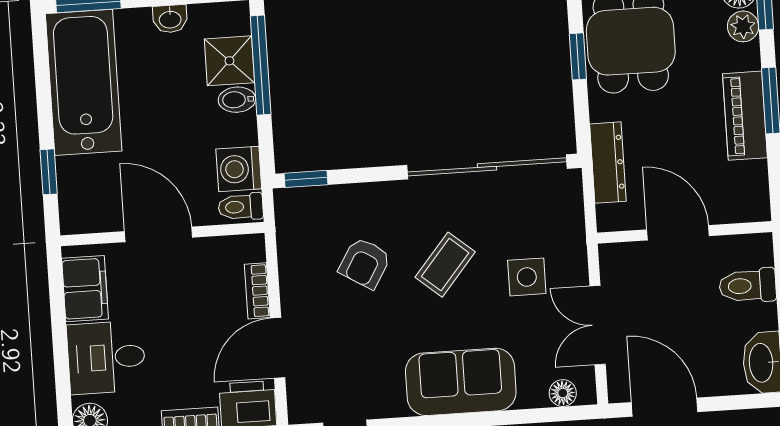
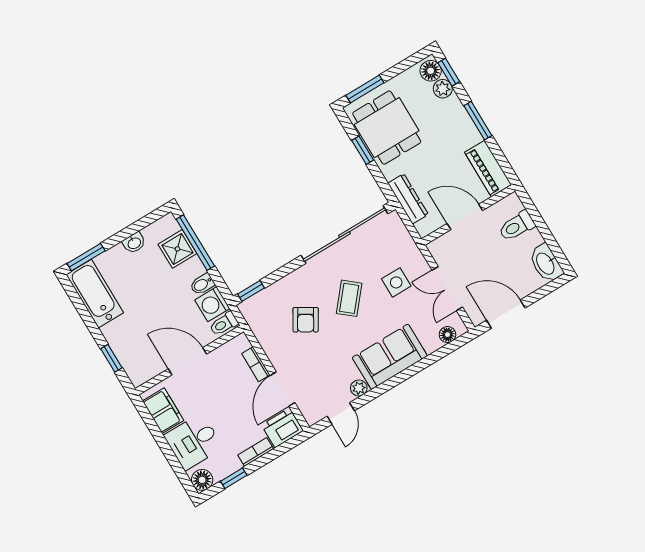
bathtub: (84, 82) -> (95, 294), width x0.73, depth x0.73
bidet: (237, 100) -> (202, 284), moved
piano: (745, 116) -> (488, 169), moved
plant: (391, 404) -> (359, 388), added

